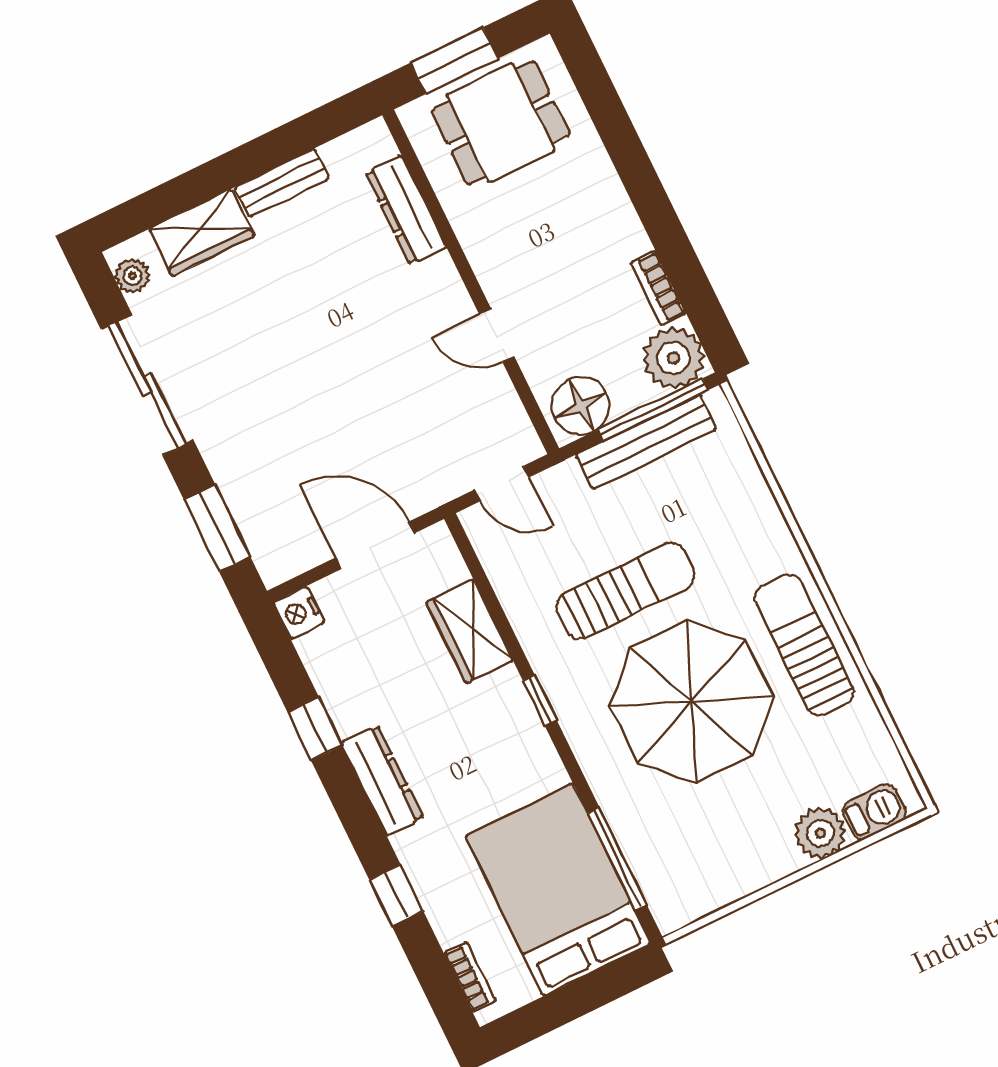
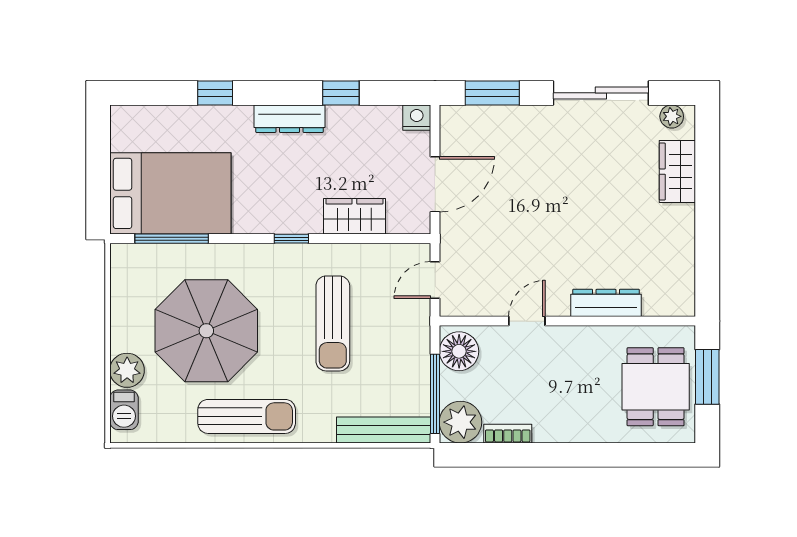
bench: (282, 183) -> (684, 235), removed
dresser: (406, 210) -> (606, 303), moved
bench: (646, 442) -> (384, 430), moved, turned 90
parasol: (692, 701) -> (206, 331), moved
bookcase: (470, 977) -> (143, 114), removed

